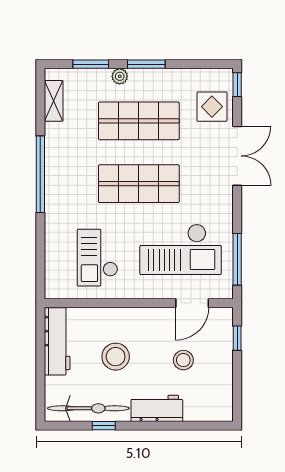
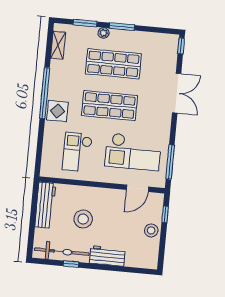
display table: (212, 107) -> (57, 111), moved
stool: (183, 360) -> (151, 230), moved

